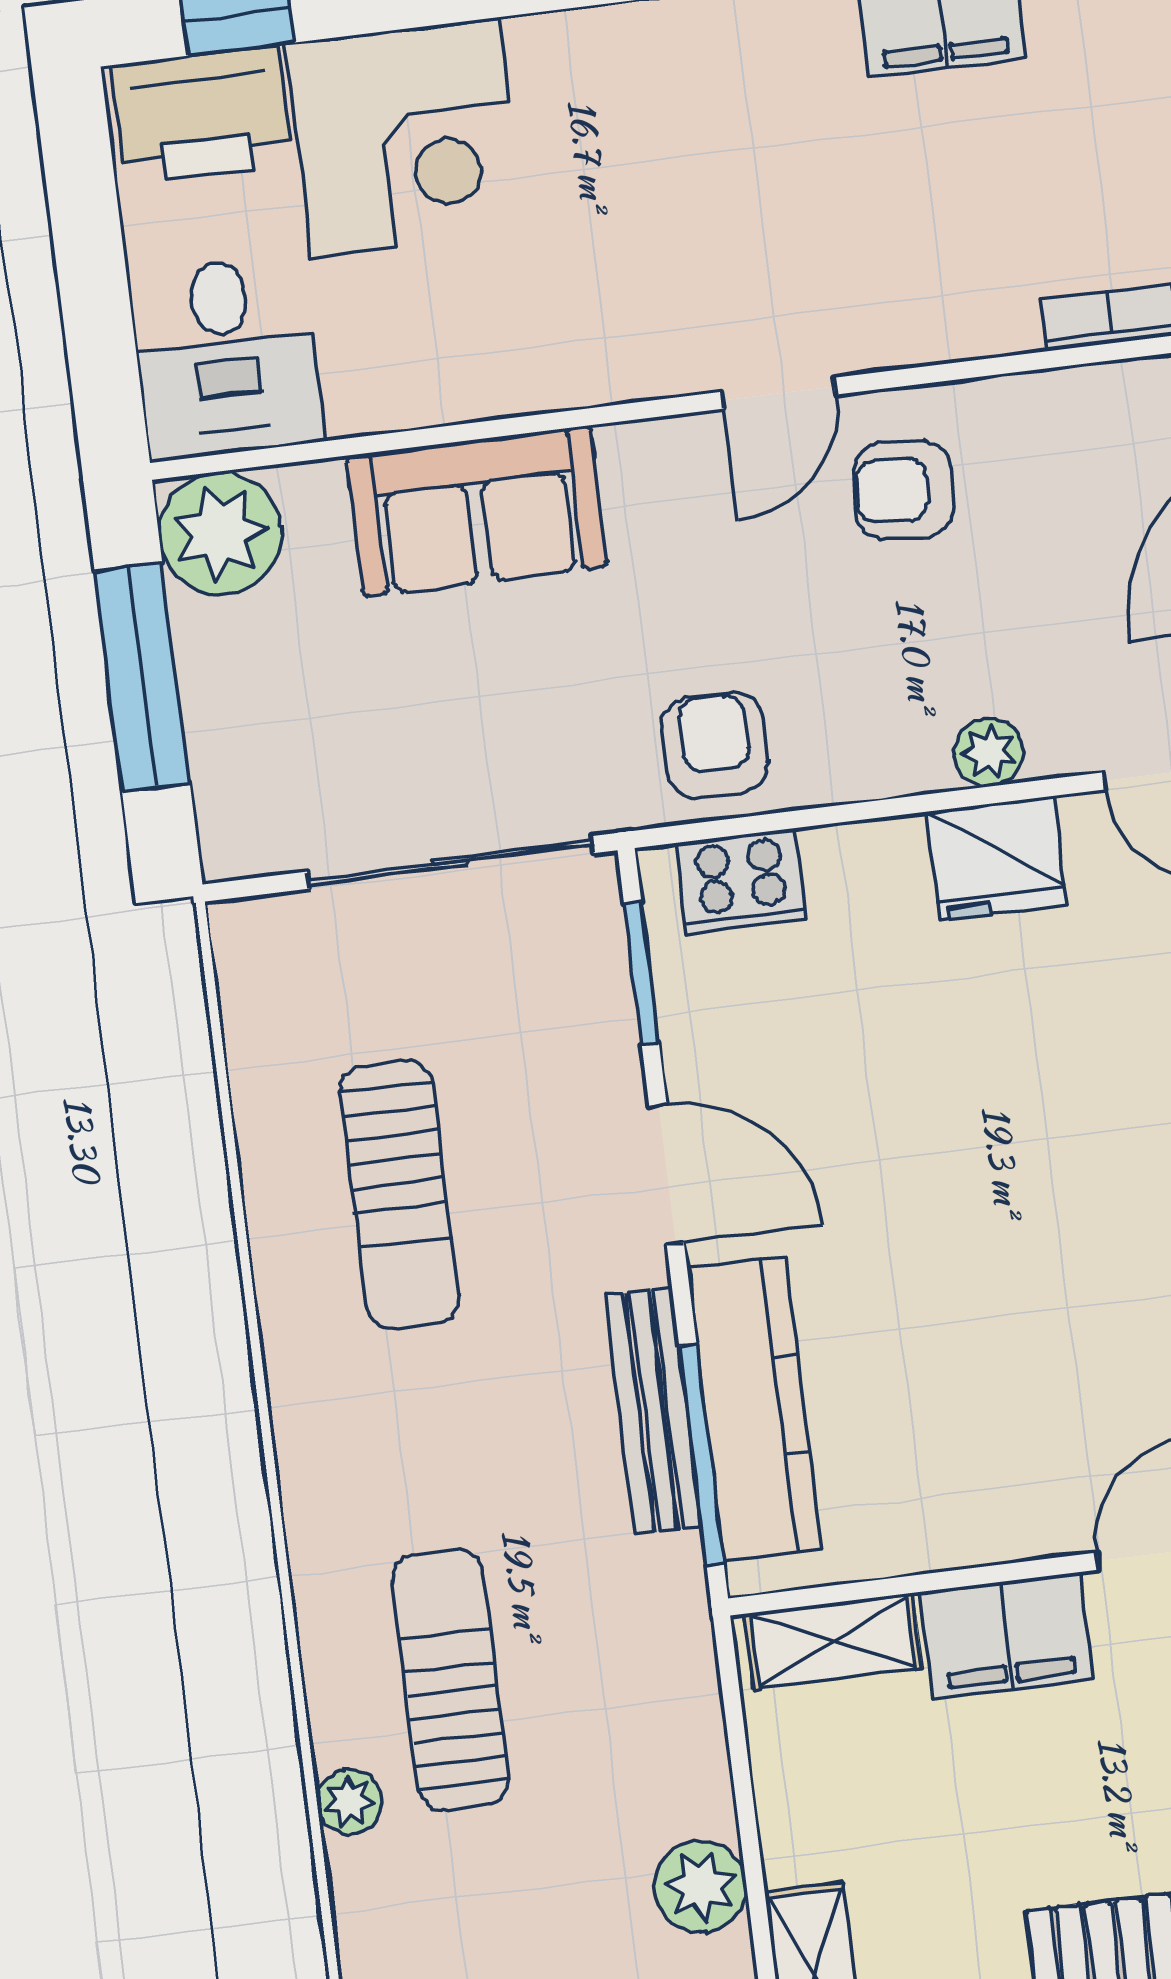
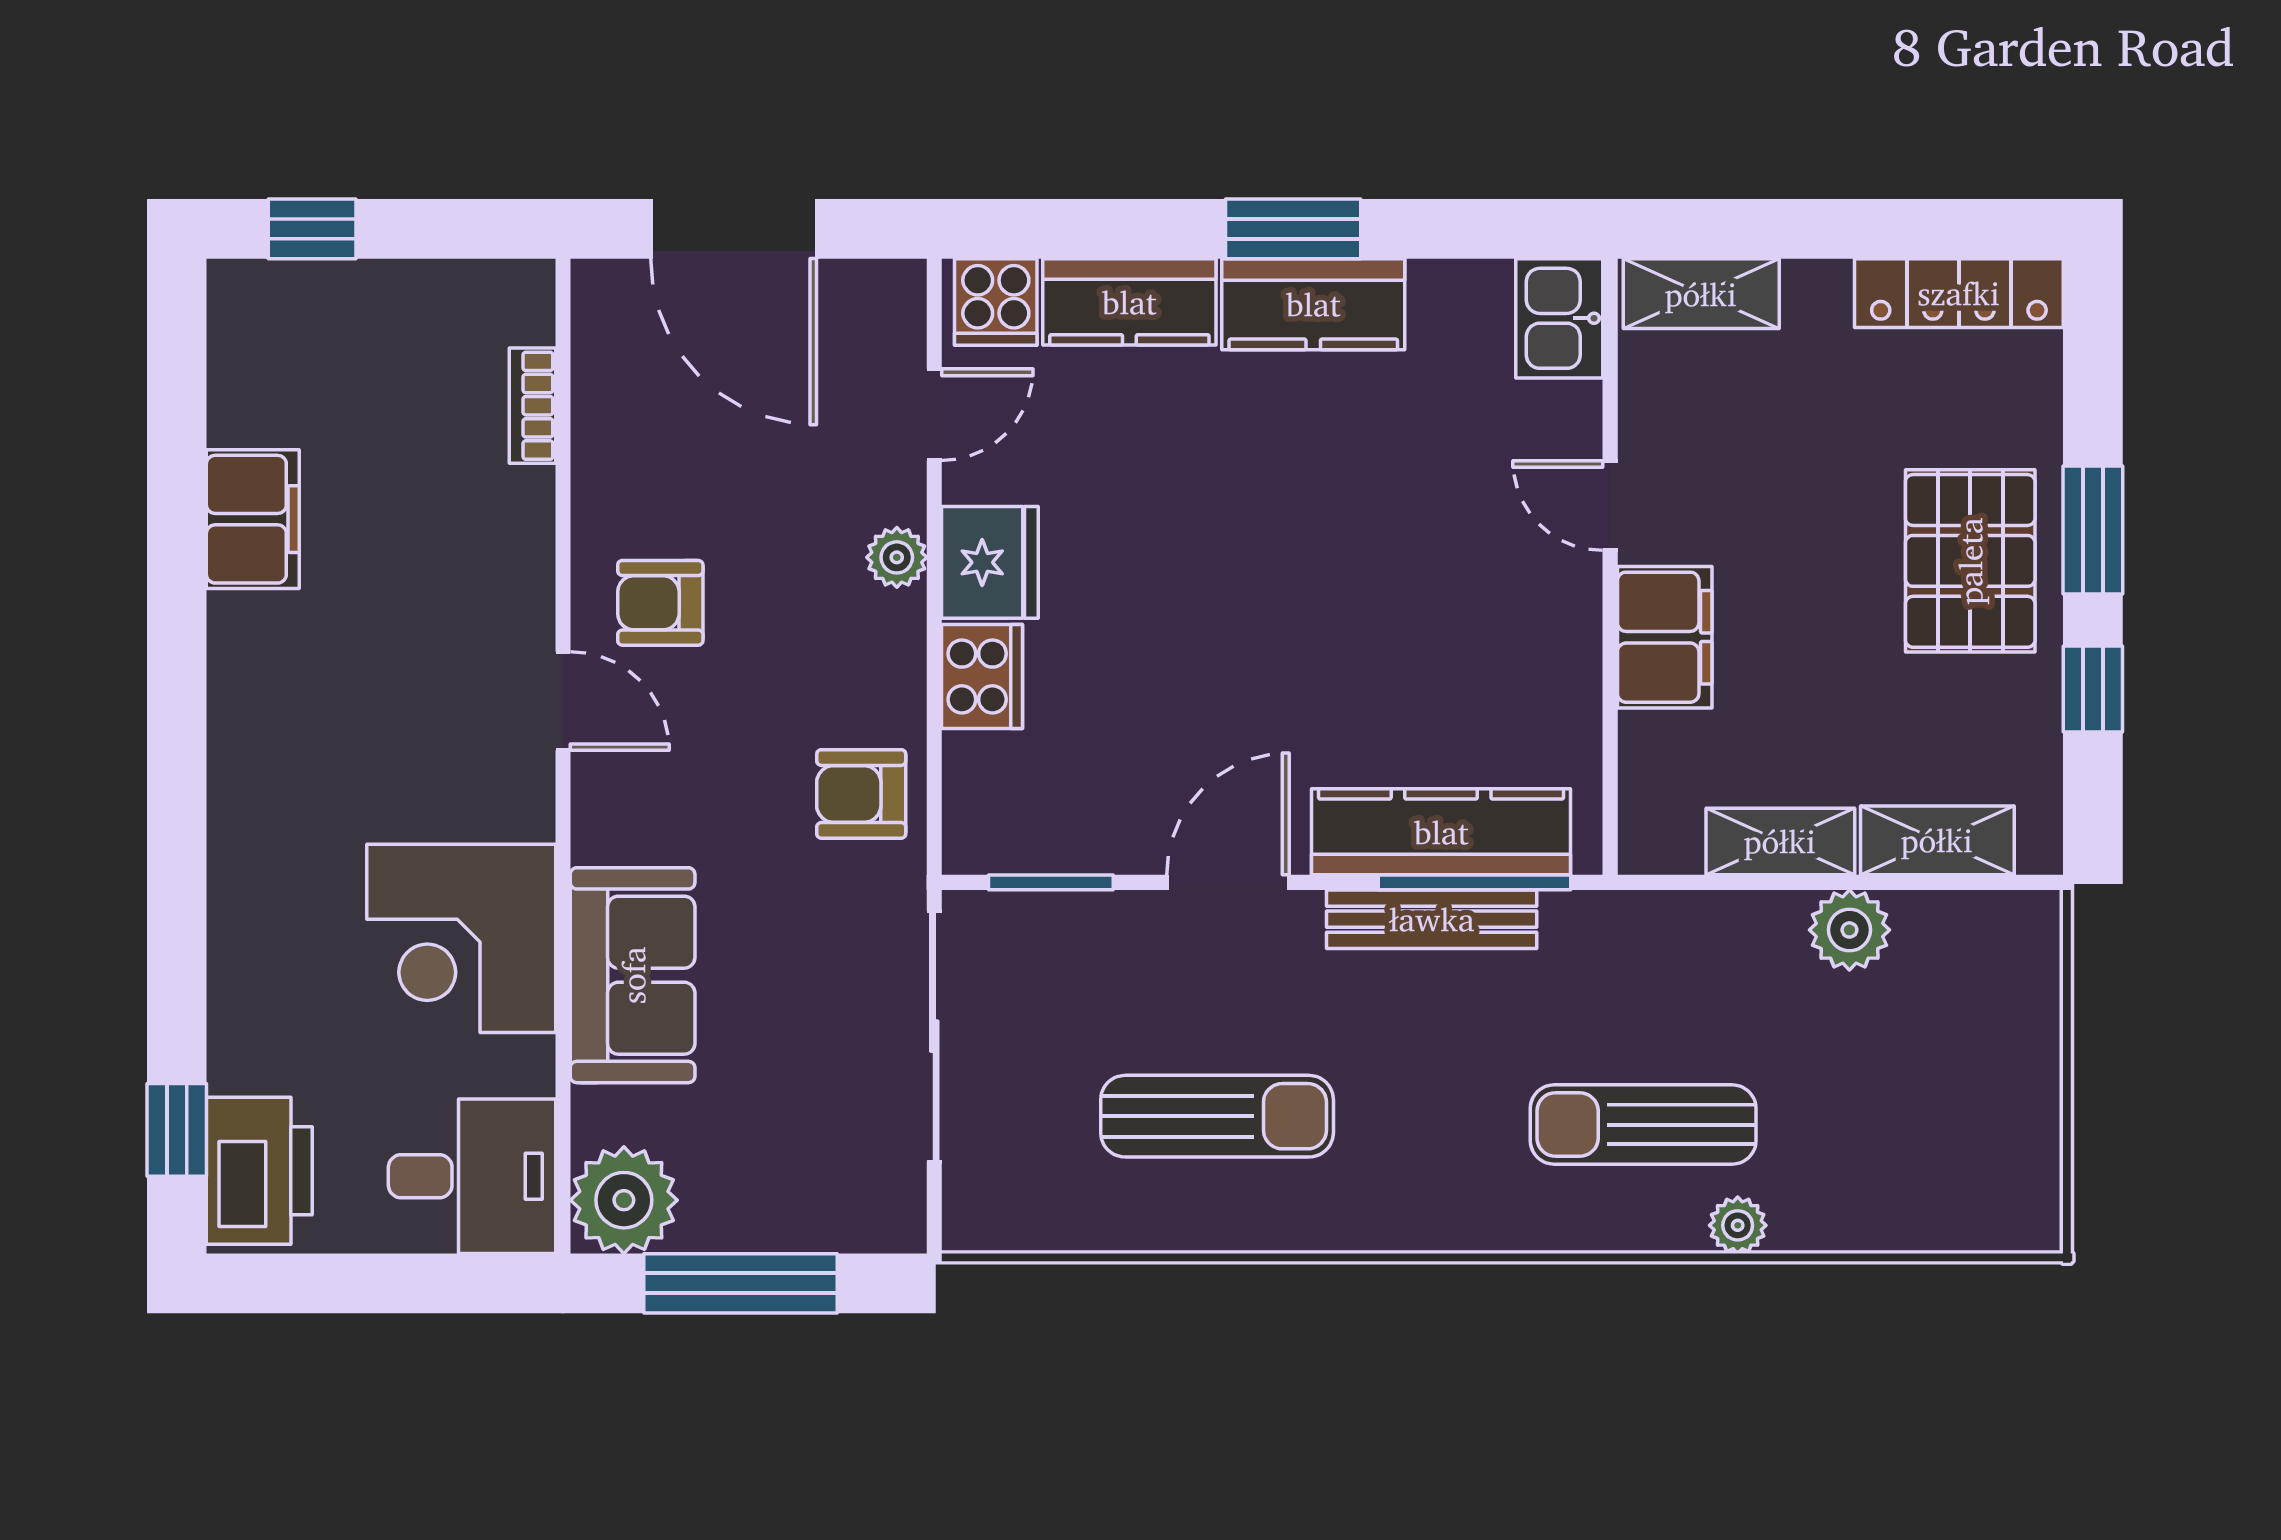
corner desk: (405, 137) -> (461, 938), moved, turned 180
armchair: (904, 490) -> (660, 603), turned 85
cooker: (741, 881) -> (982, 676), moved
shelving: (833, 1641) -> (1780, 841), moved, turned 90

